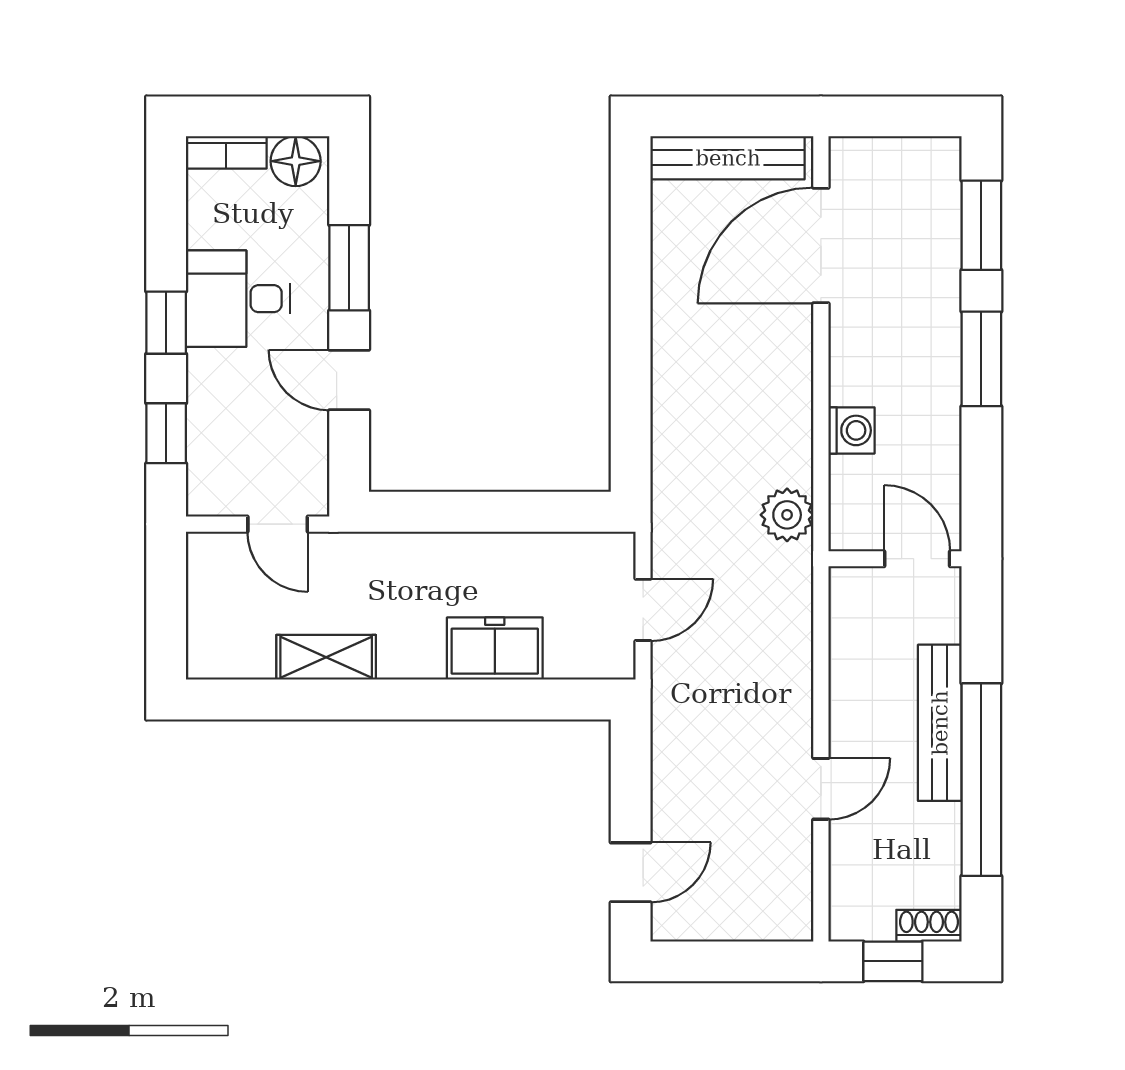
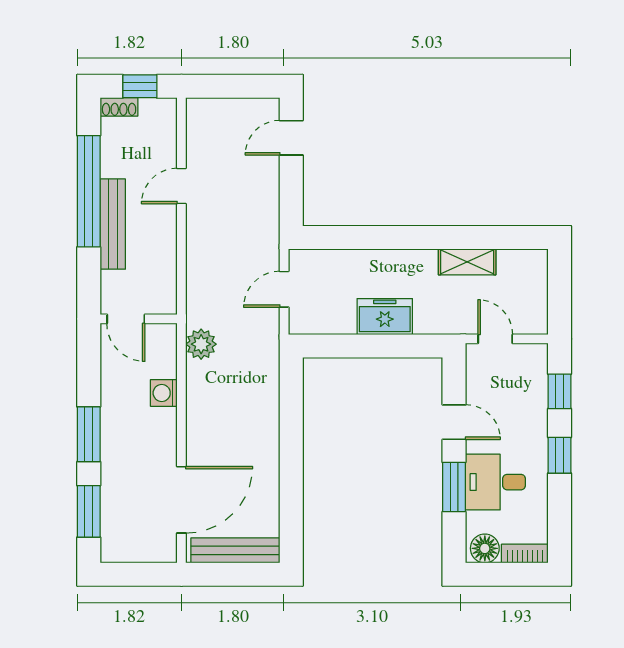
desk: (238, 299) -> (495, 482), moved, turned 180
freezer: (495, 649) -> (385, 317), moved, turned 180

